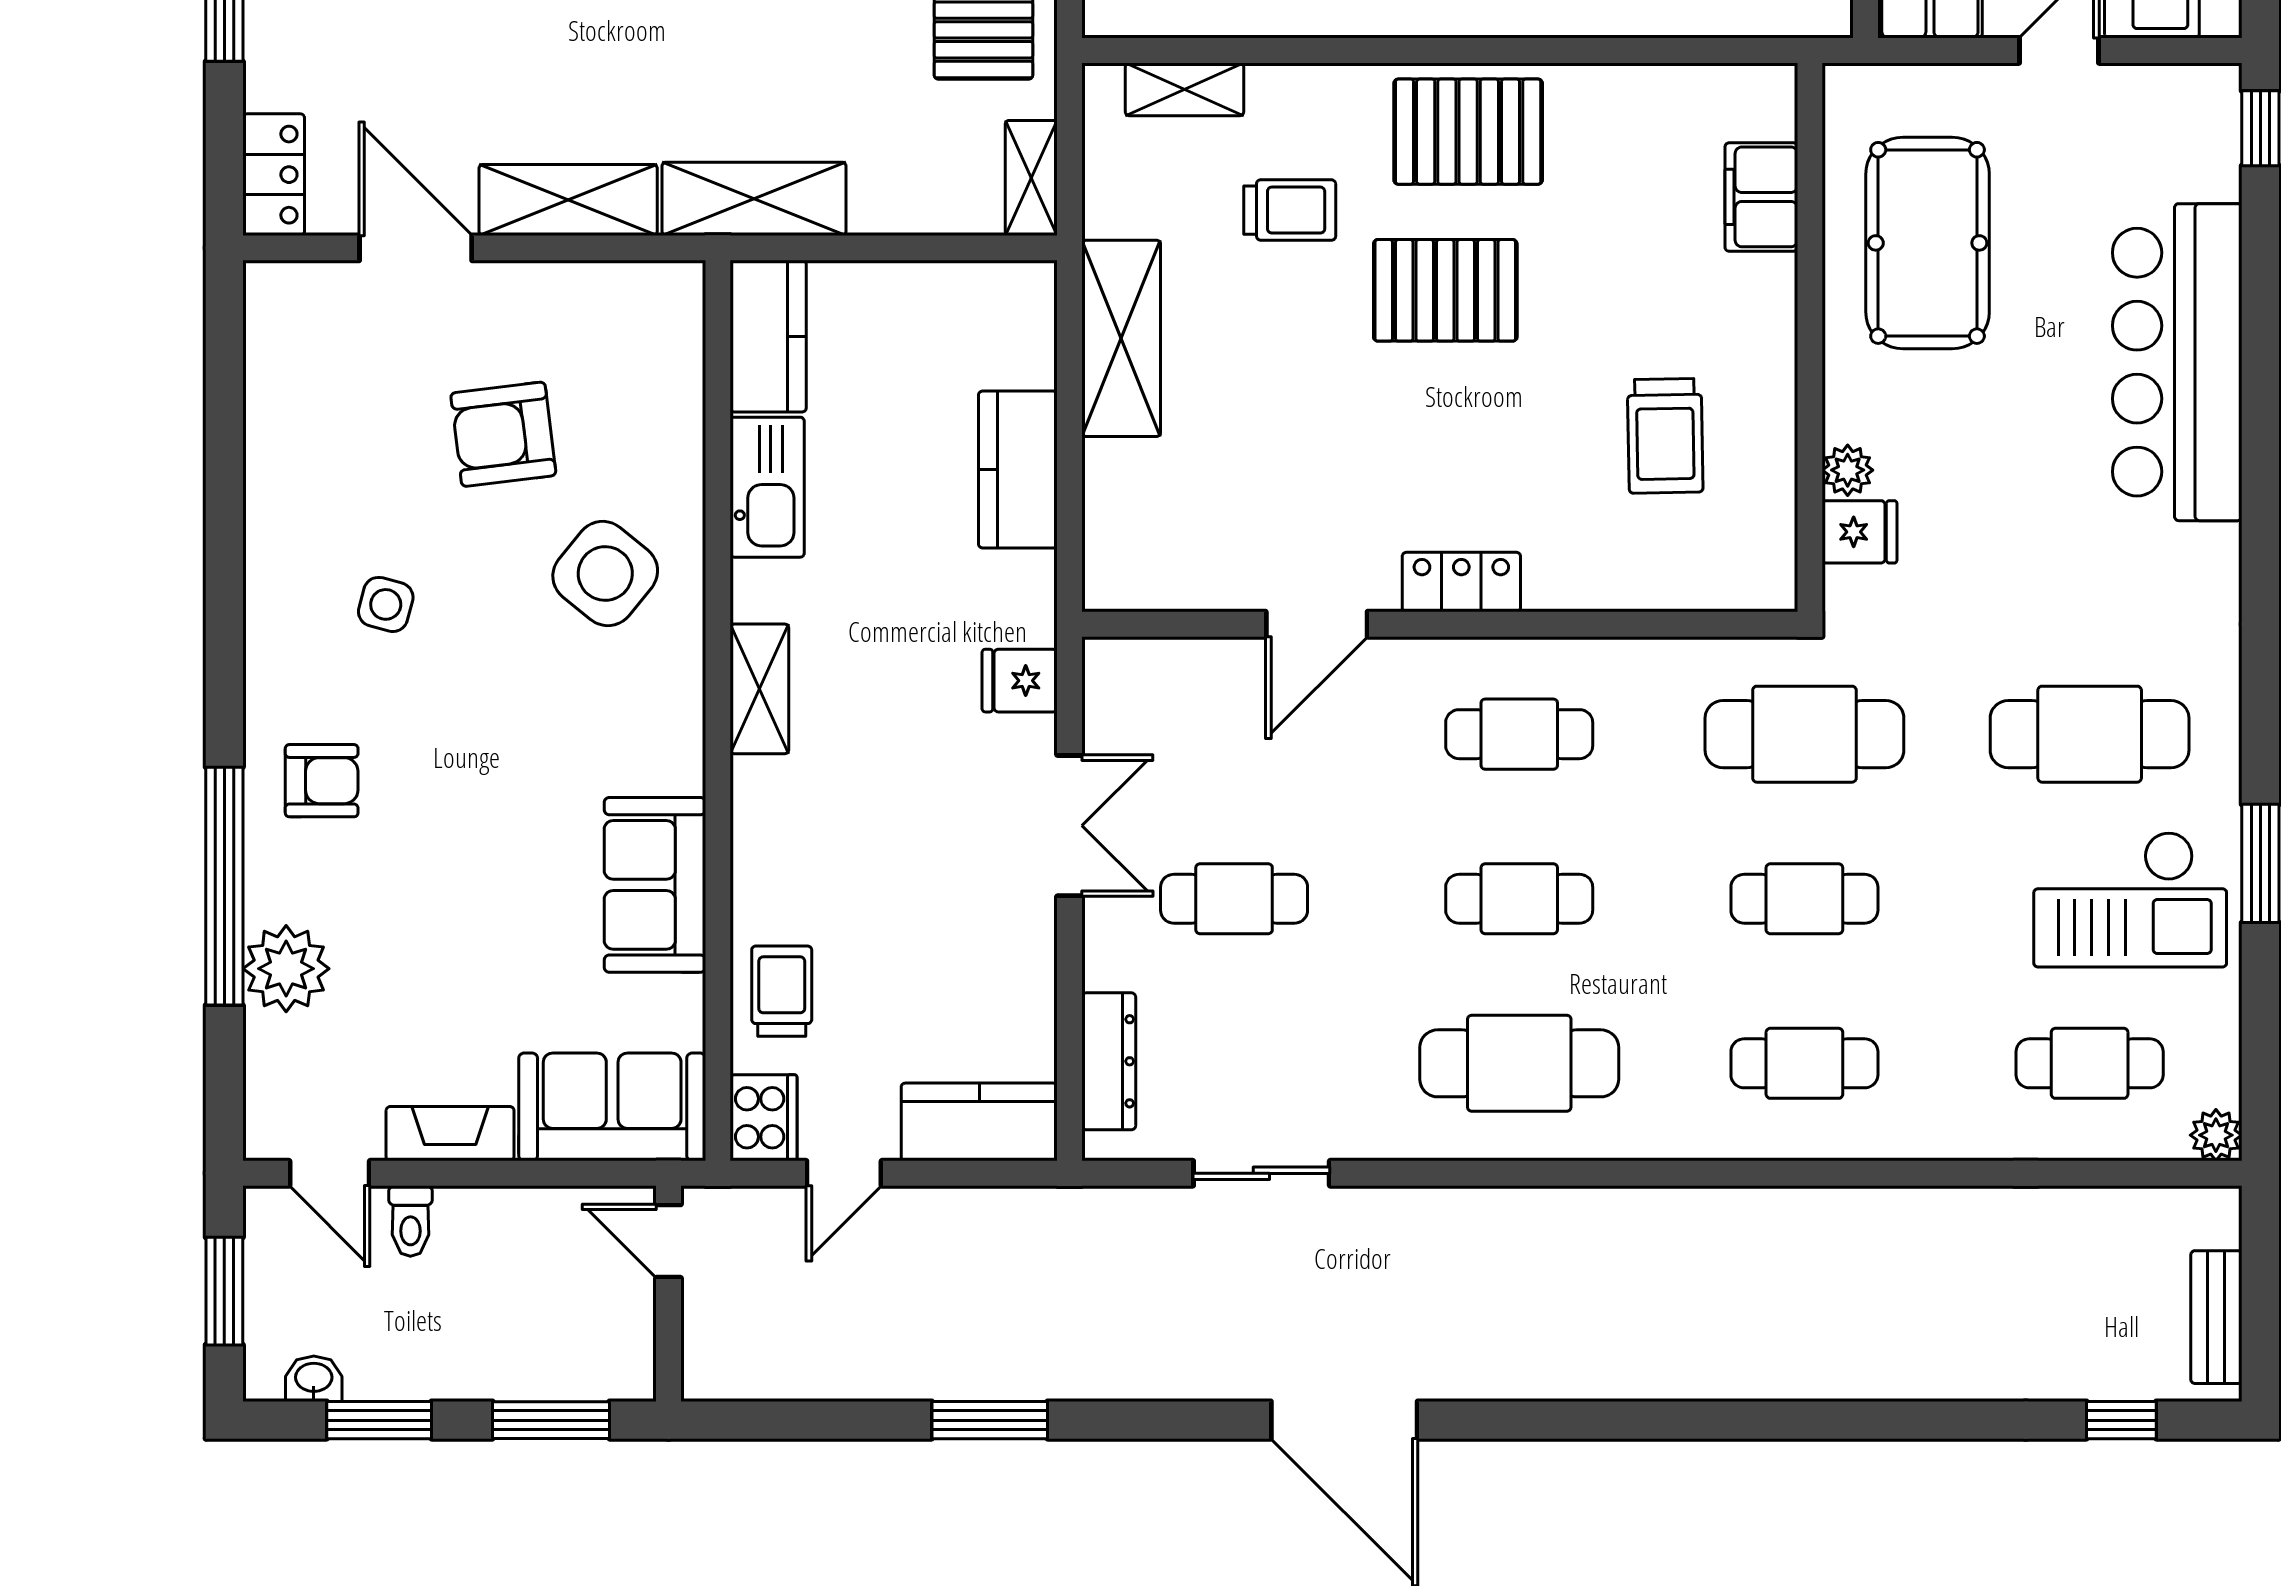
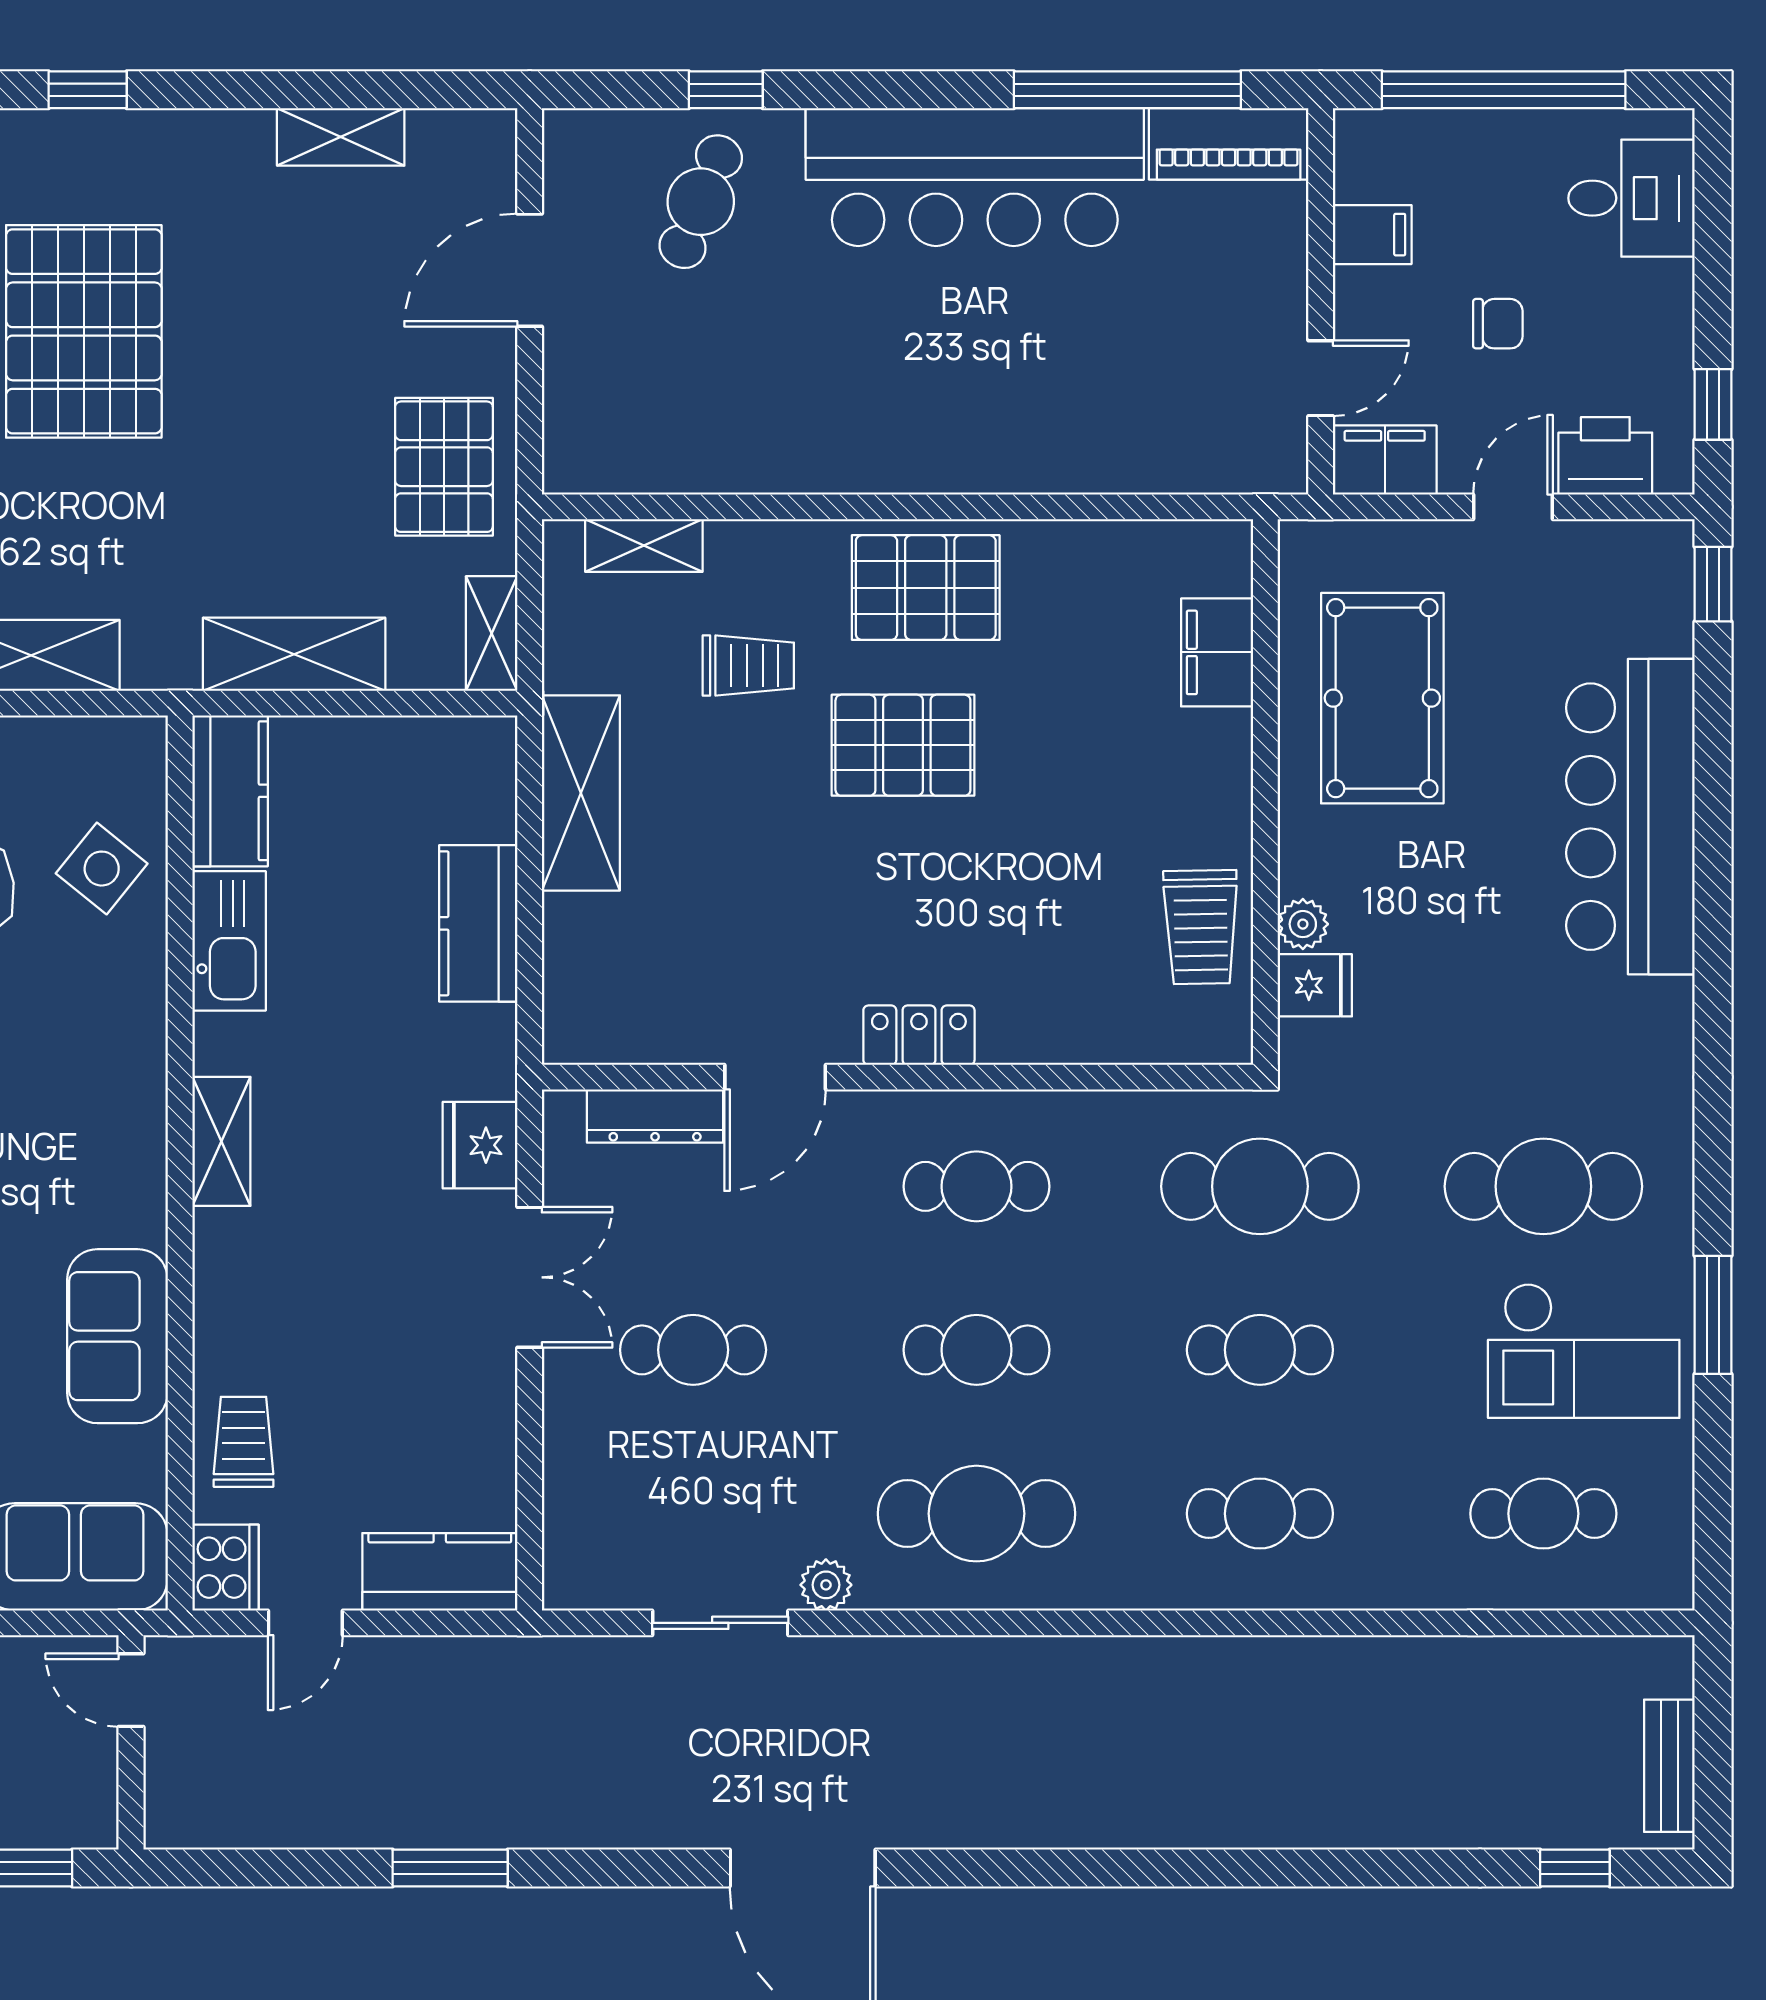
shelving: (754, 199) -> (294, 654), moved
trolley: (1665, 436) -> (1201, 927), moved
side table: (605, 573) -> (102, 869), moved, width x0.73, depth x0.73
fridge: (1020, 681) -> (480, 1145), width x1.38
dresser: (1109, 1061) -> (655, 1116), moved, turned 90
plant: (2216, 1135) -> (826, 1585), moved

